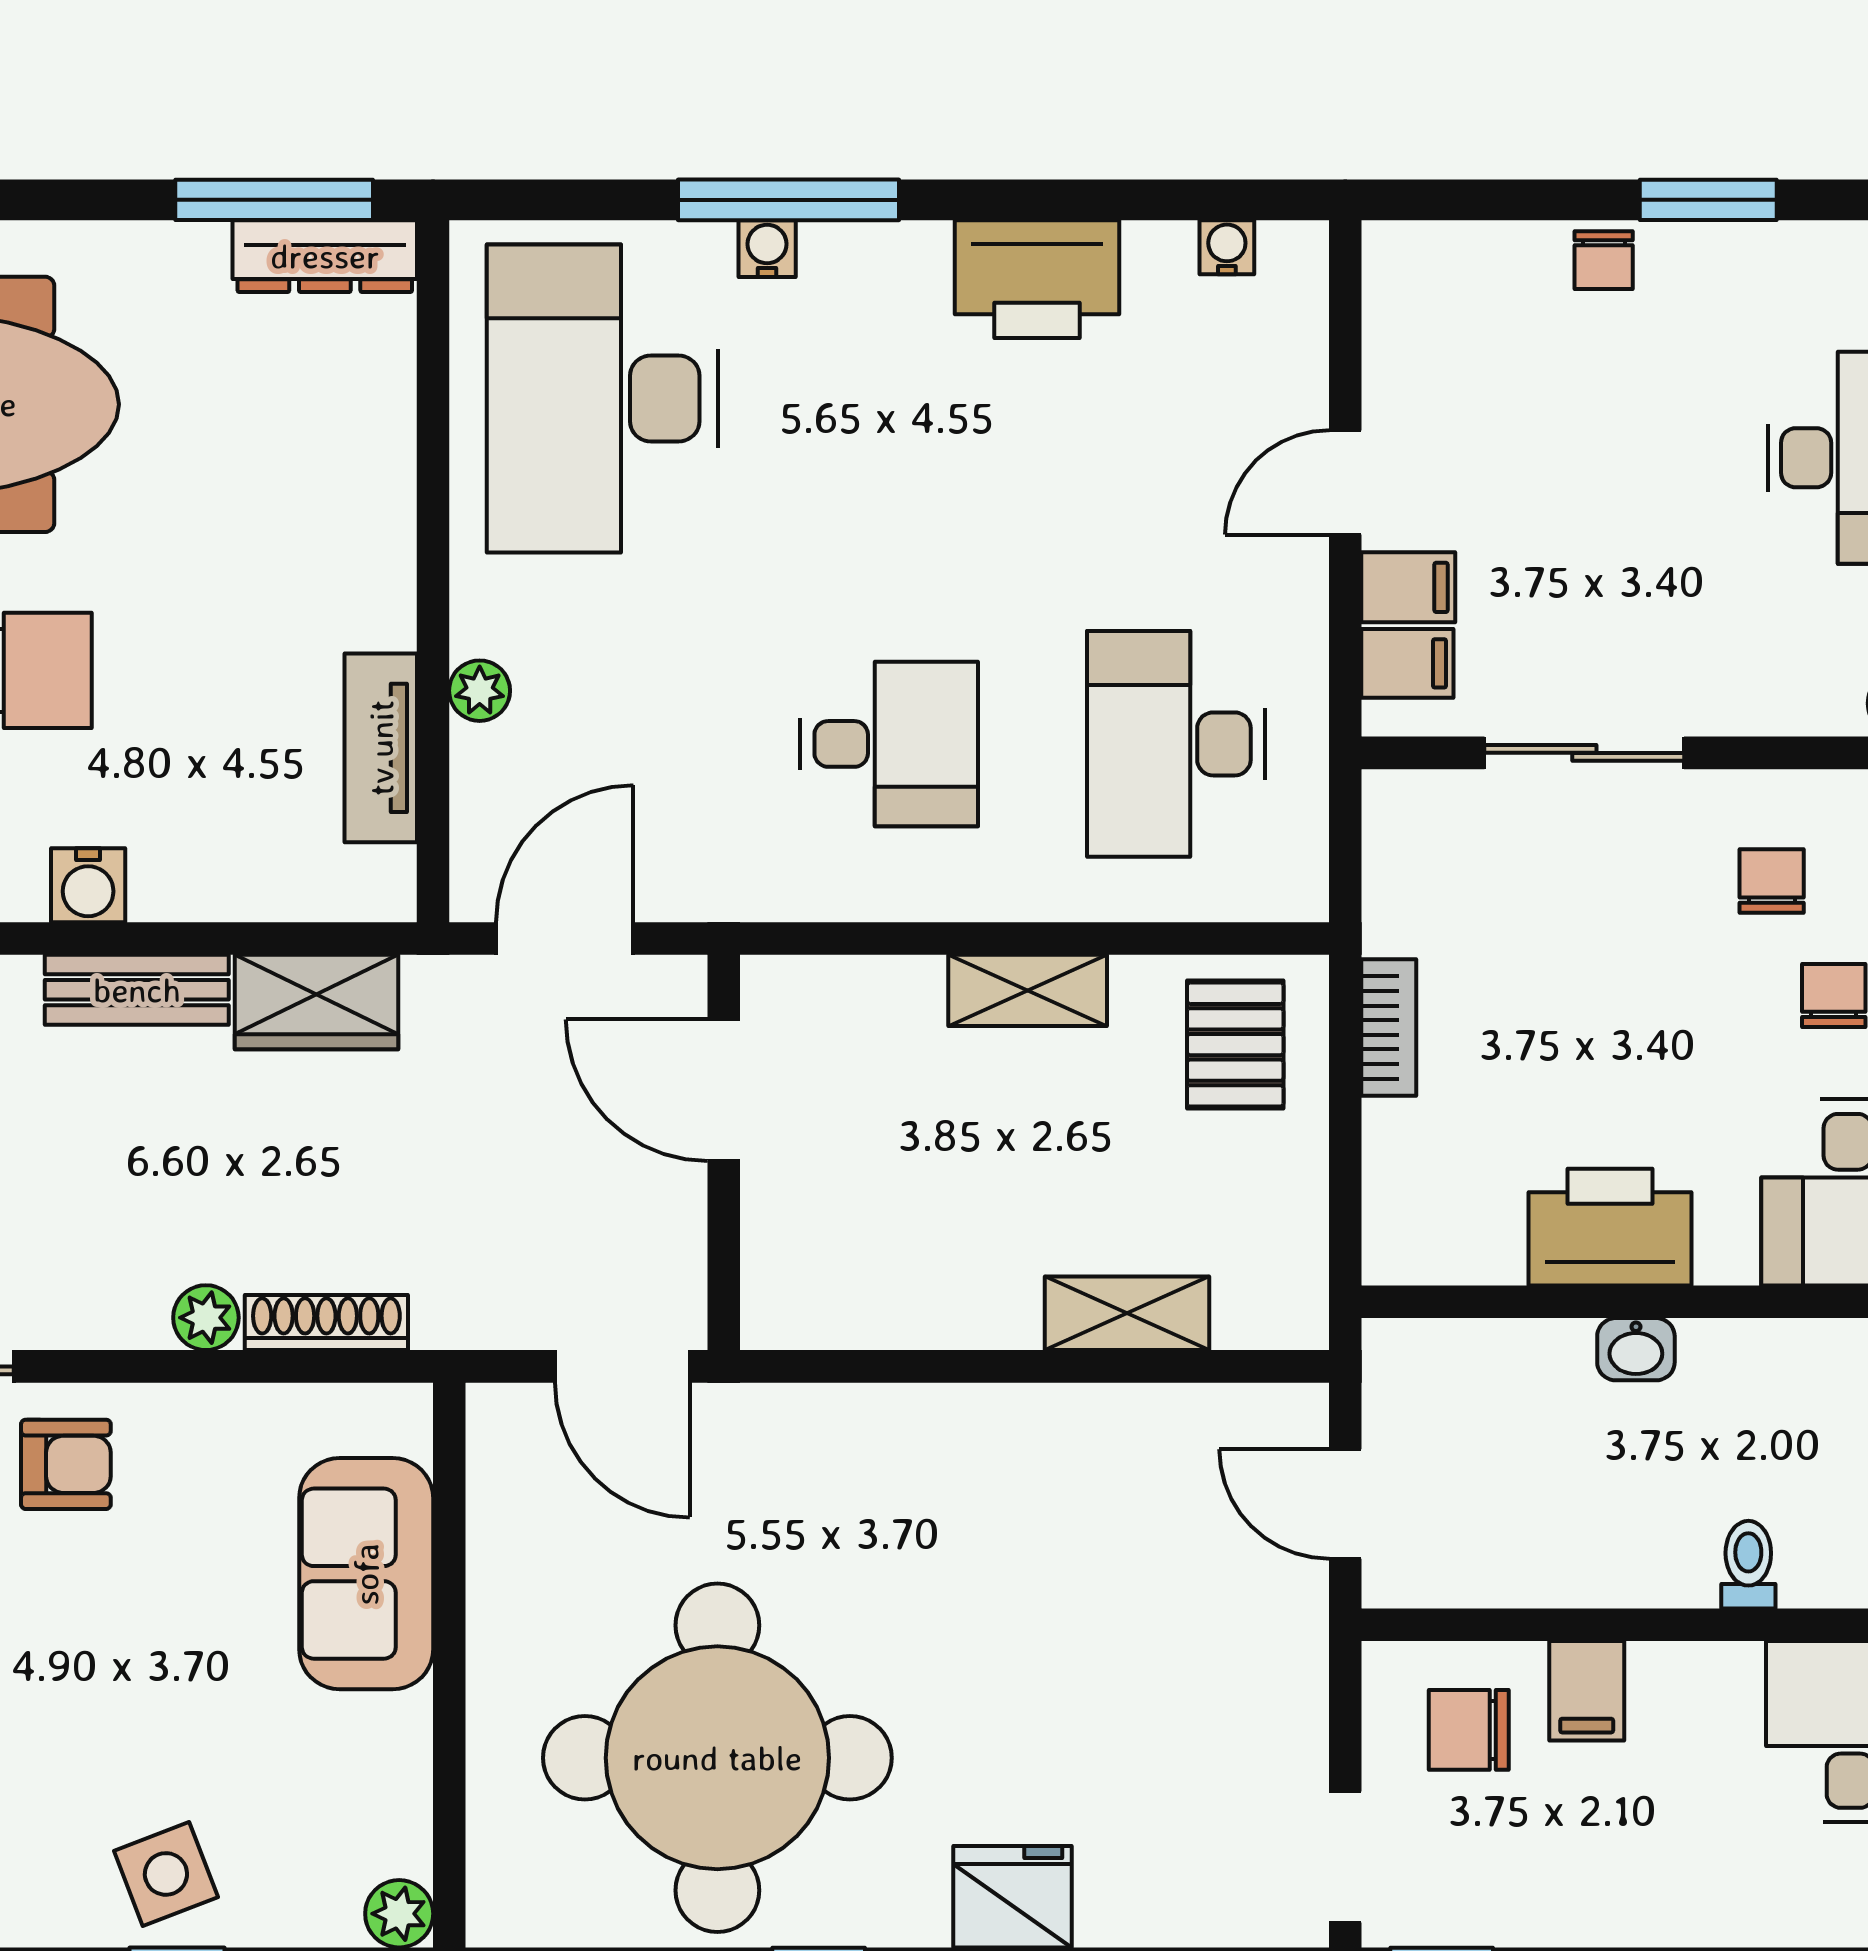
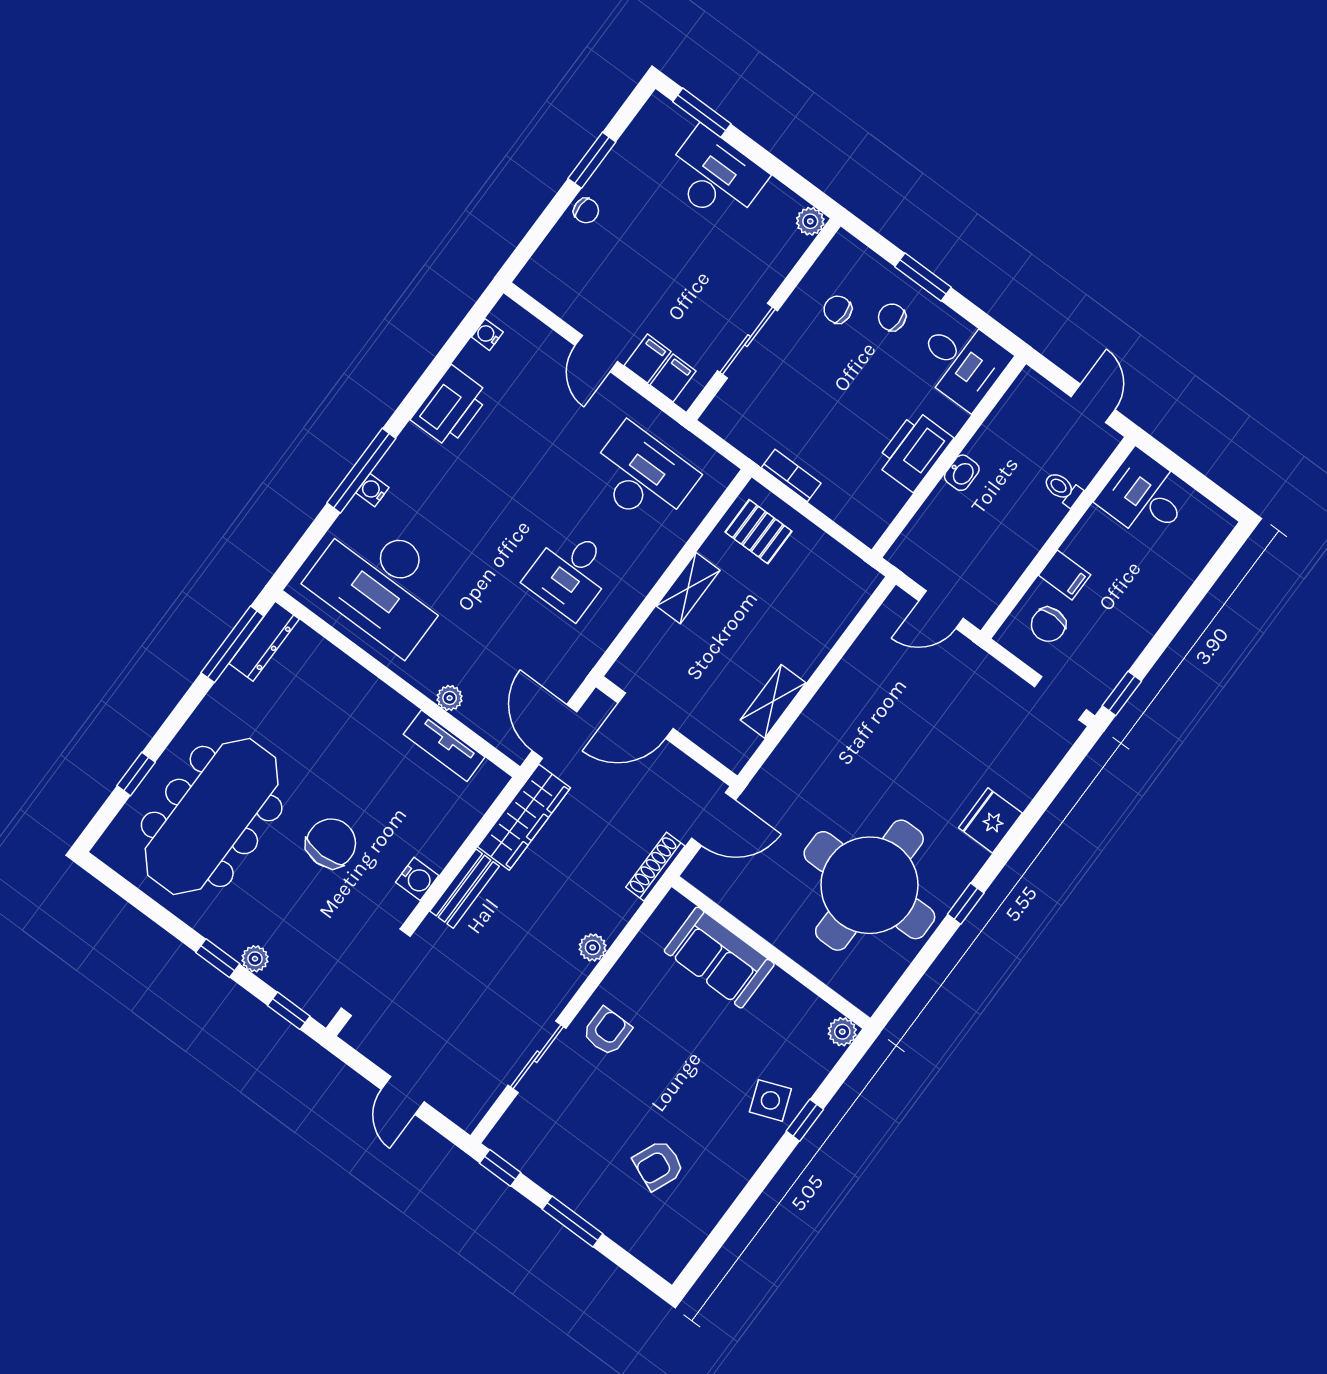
desk: (889, 744) -> (570, 573), turned 180
desk: (1176, 744) -> (642, 476), turned 180
wardrobe: (317, 1002) -> (524, 817), width x1.50
shelving: (1127, 1313) -> (773, 701), moved
shoe rack: (326, 1323) -> (655, 867), moved

